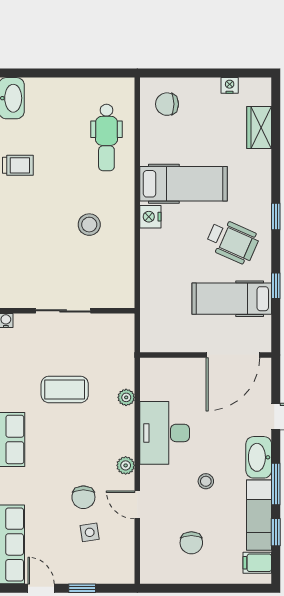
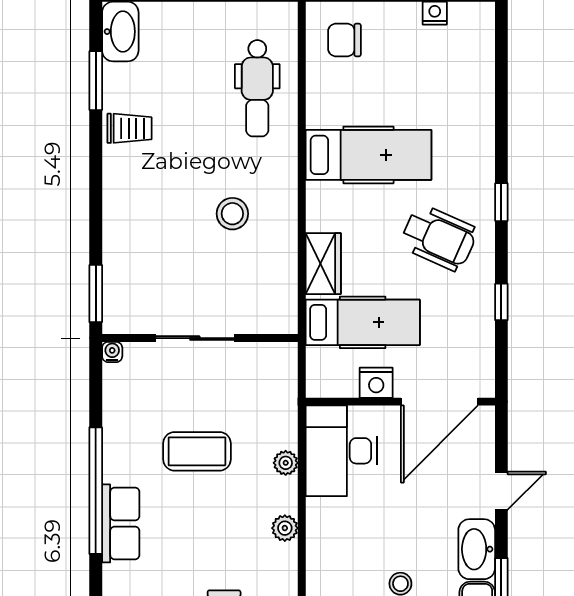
wardrobe: (259, 127) -> (323, 264), moved, turned 180
nightstand: (150, 217) -> (376, 383), moved, turned -90
hospital bed: (232, 299) -> (363, 322), moved, turned 180
desk: (165, 433) -> (341, 451), moved
plant: (126, 465) -> (285, 528), moved

